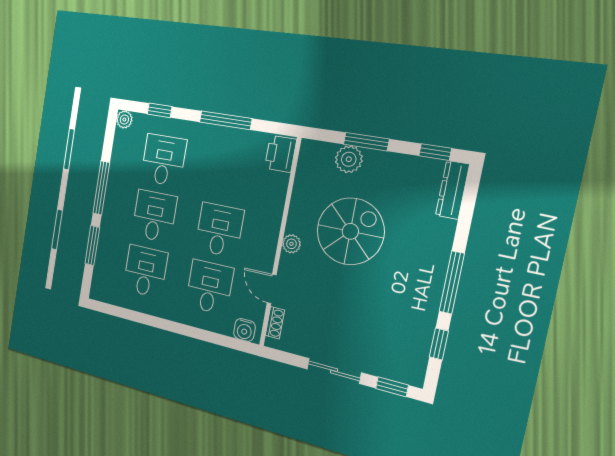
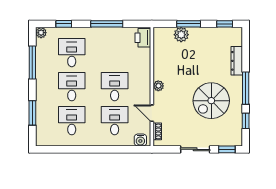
window: (101, 188) -> (32, 62), moved
dresser: (452, 190) -> (237, 61), moved
spiral stairs: (350, 231) -> (211, 101), moved, turned 180

